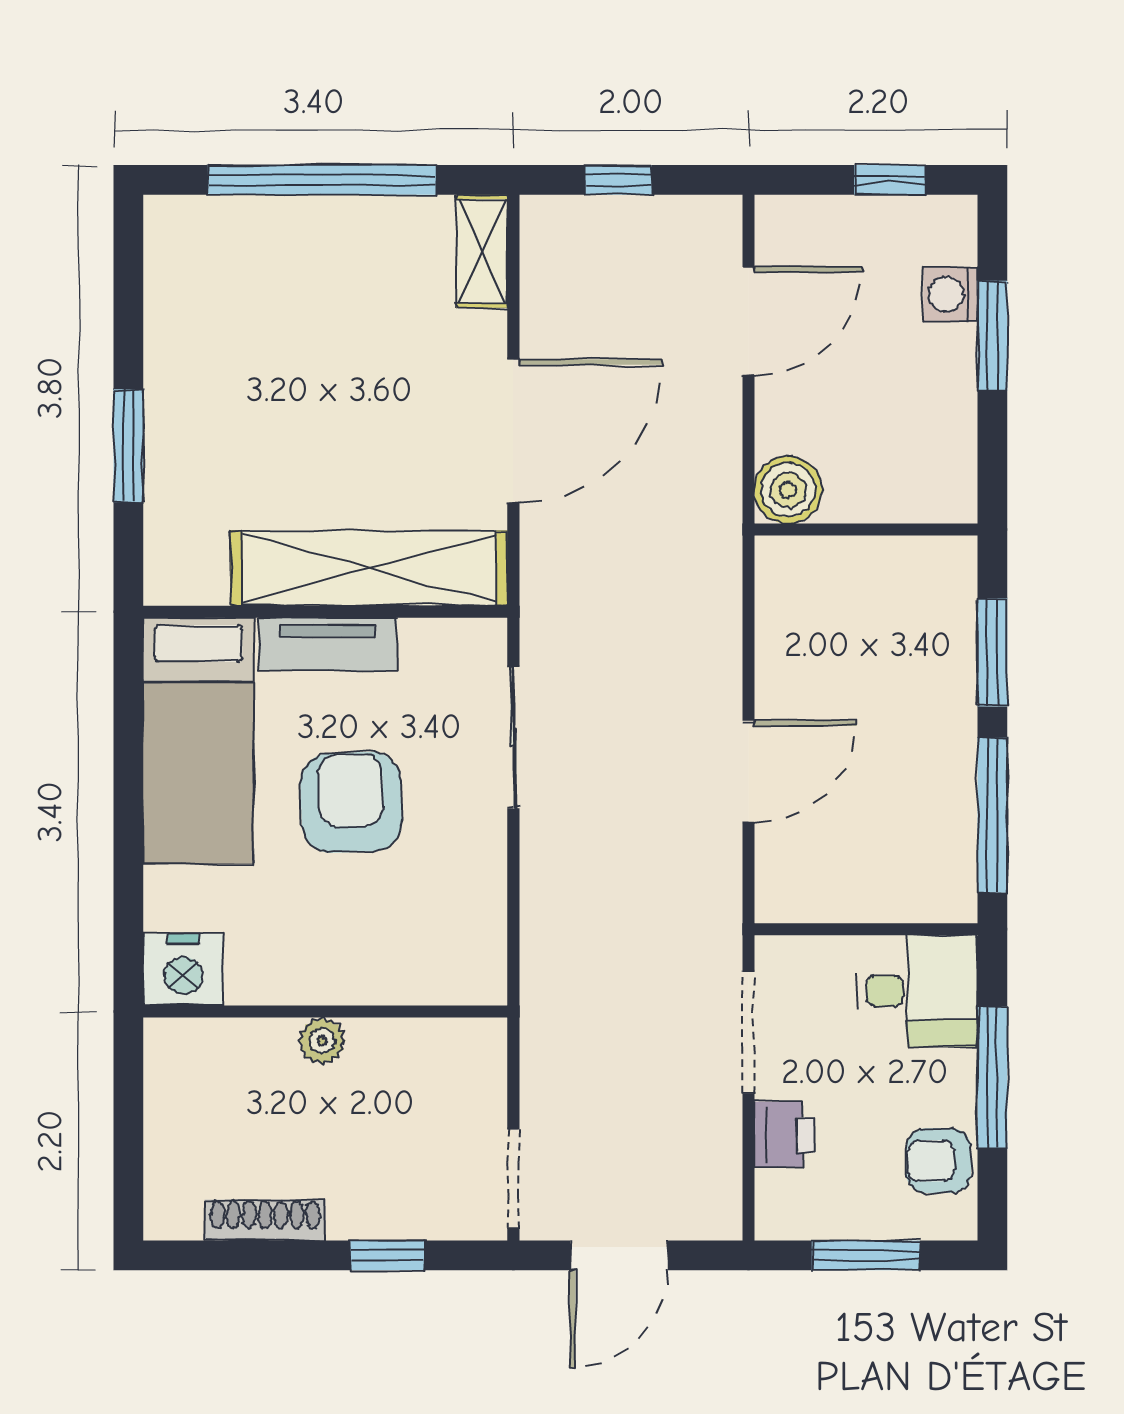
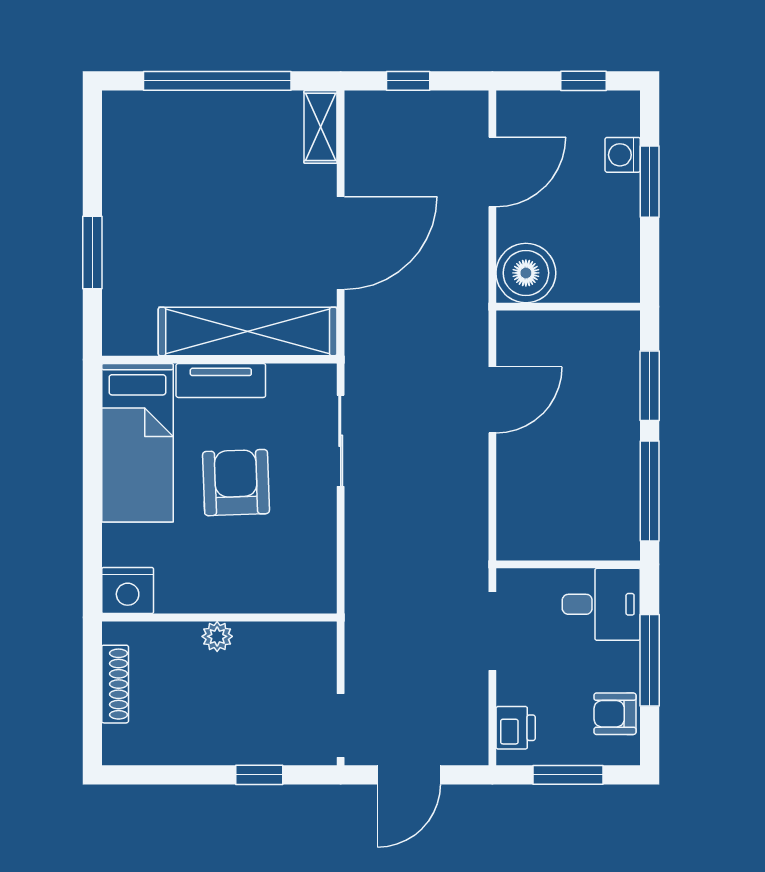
boiler: (788, 490) -> (526, 273), width x1.37, depth x1.37
door: (748, 772) -> (492, 400), moved
printer: (784, 1135) -> (516, 728), moved
shoe rack: (265, 1220) -> (115, 684), moved, turned 90

